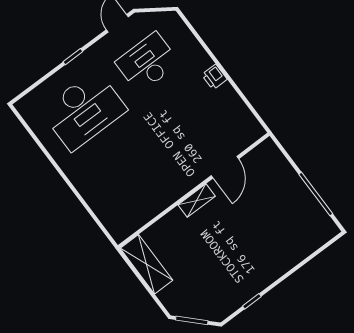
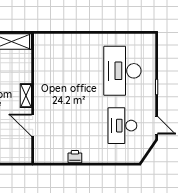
desk: (147, 63) -> (122, 126), turned 180
printer: (214, 77) -> (75, 157), moved

